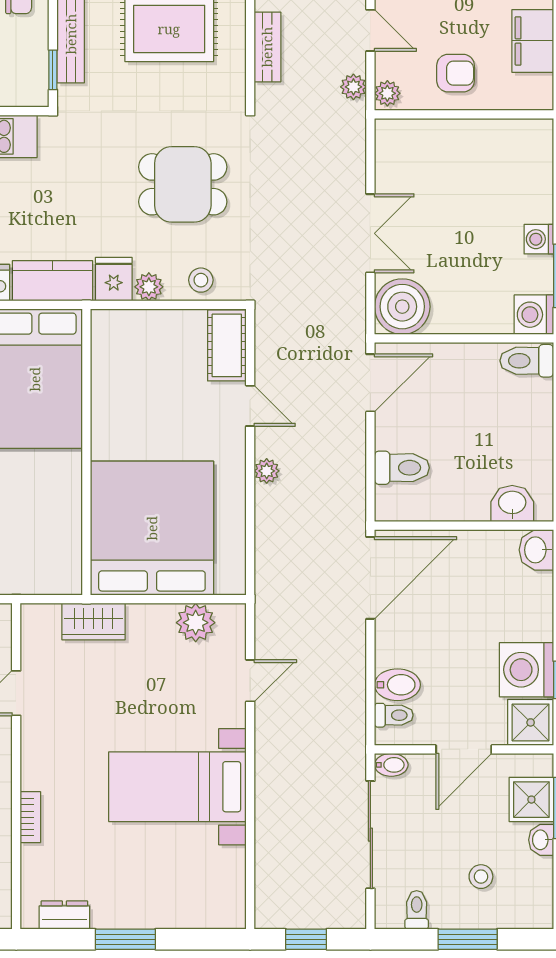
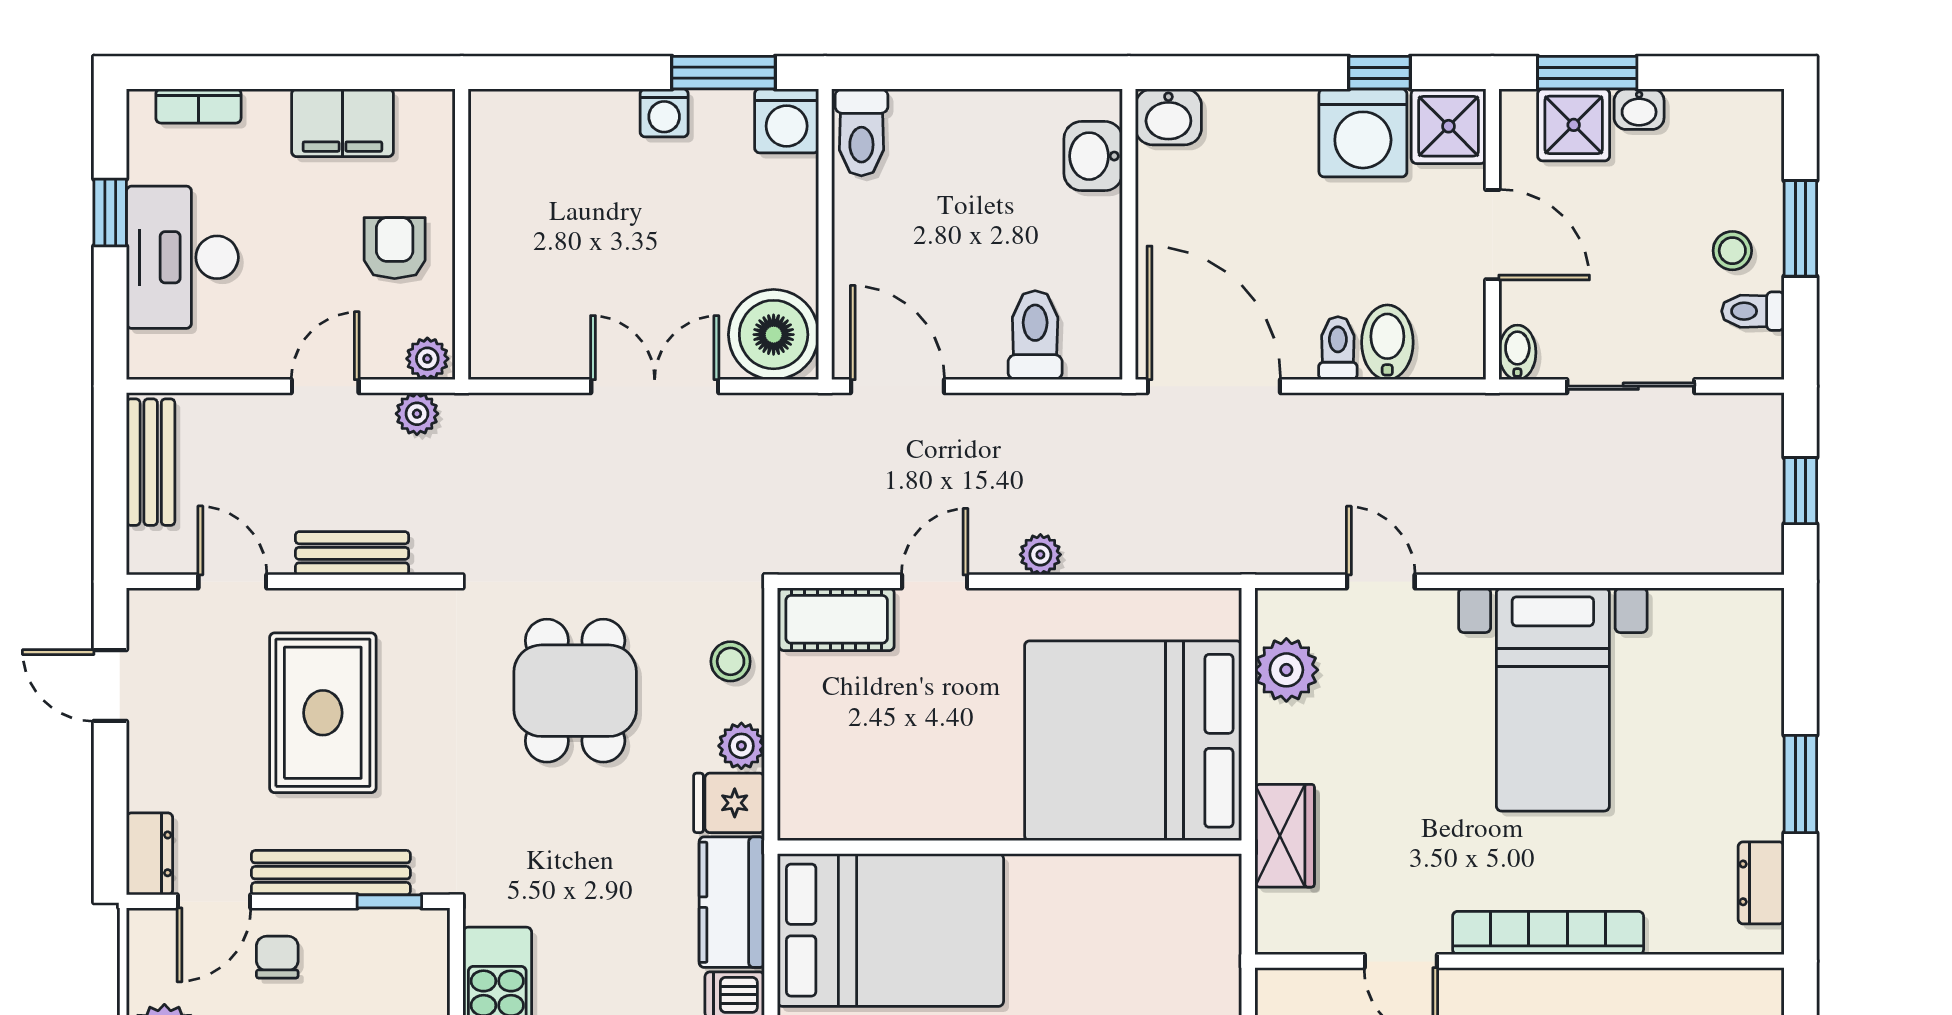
toilet: (394, 715) -> (1338, 348), moved
bookcase: (30, 817) -> (1548, 933), width x2.31, depth x1.31
sliding door: (370, 835) -> (1631, 386), width x0.73
stool: (481, 877) -> (1732, 251), moved

